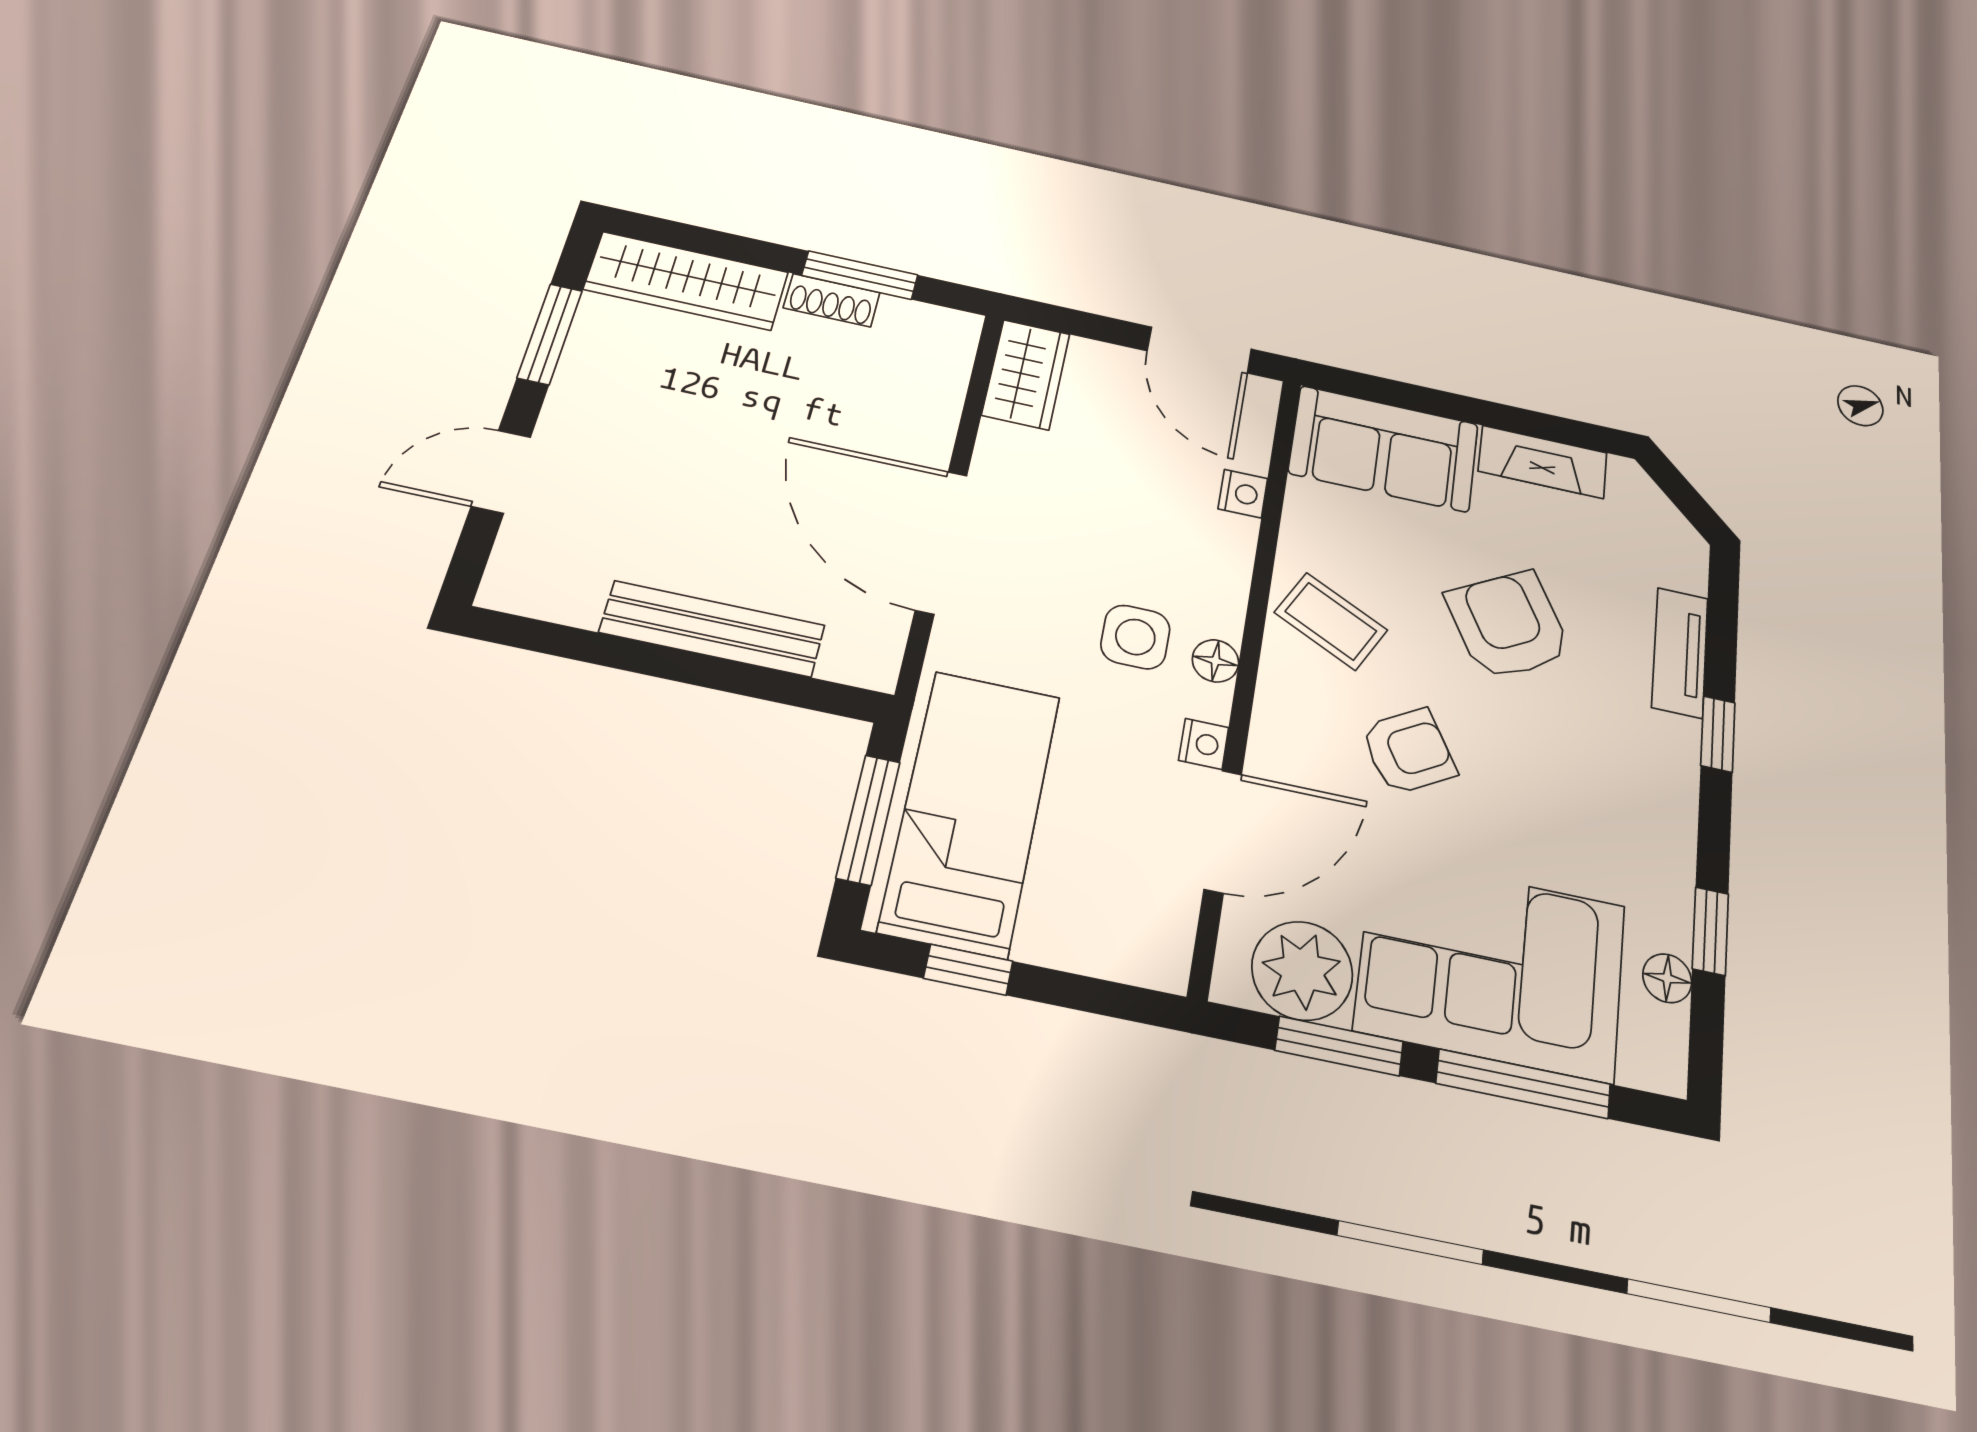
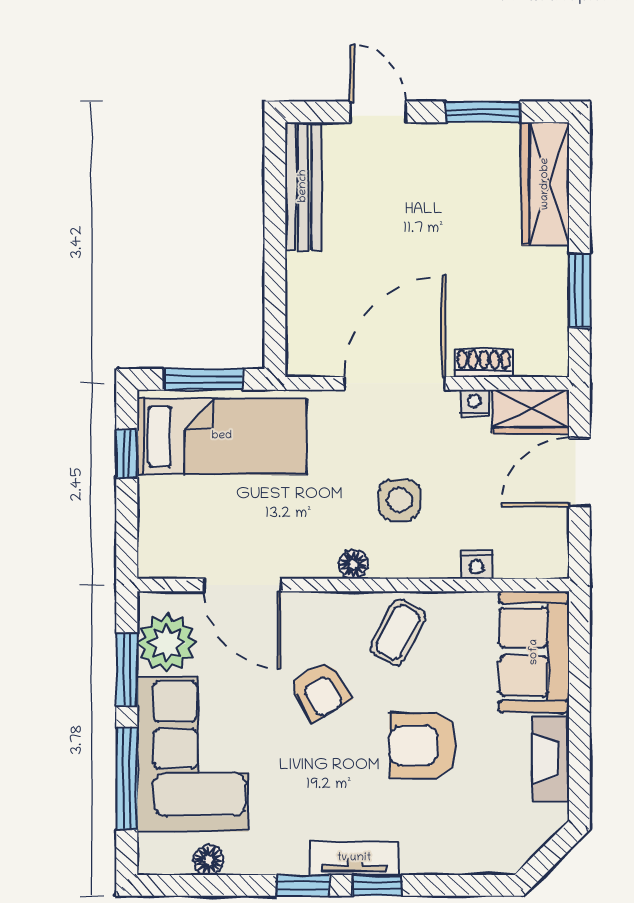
shoe rack: (832, 300) -> (484, 363), moved, turned 90
door: (1199, 350) -> (579, 472), moved
armchair: (1509, 625) -> (423, 746), turned -151
bench: (712, 629) -> (303, 186), moved
side table: (1135, 637) -> (399, 500), moved
tv unit: (1680, 652) -> (354, 858), moved
nightstand: (1204, 744) -> (475, 403), moved, turned 180
window: (1710, 931) -> (303, 885), moved

